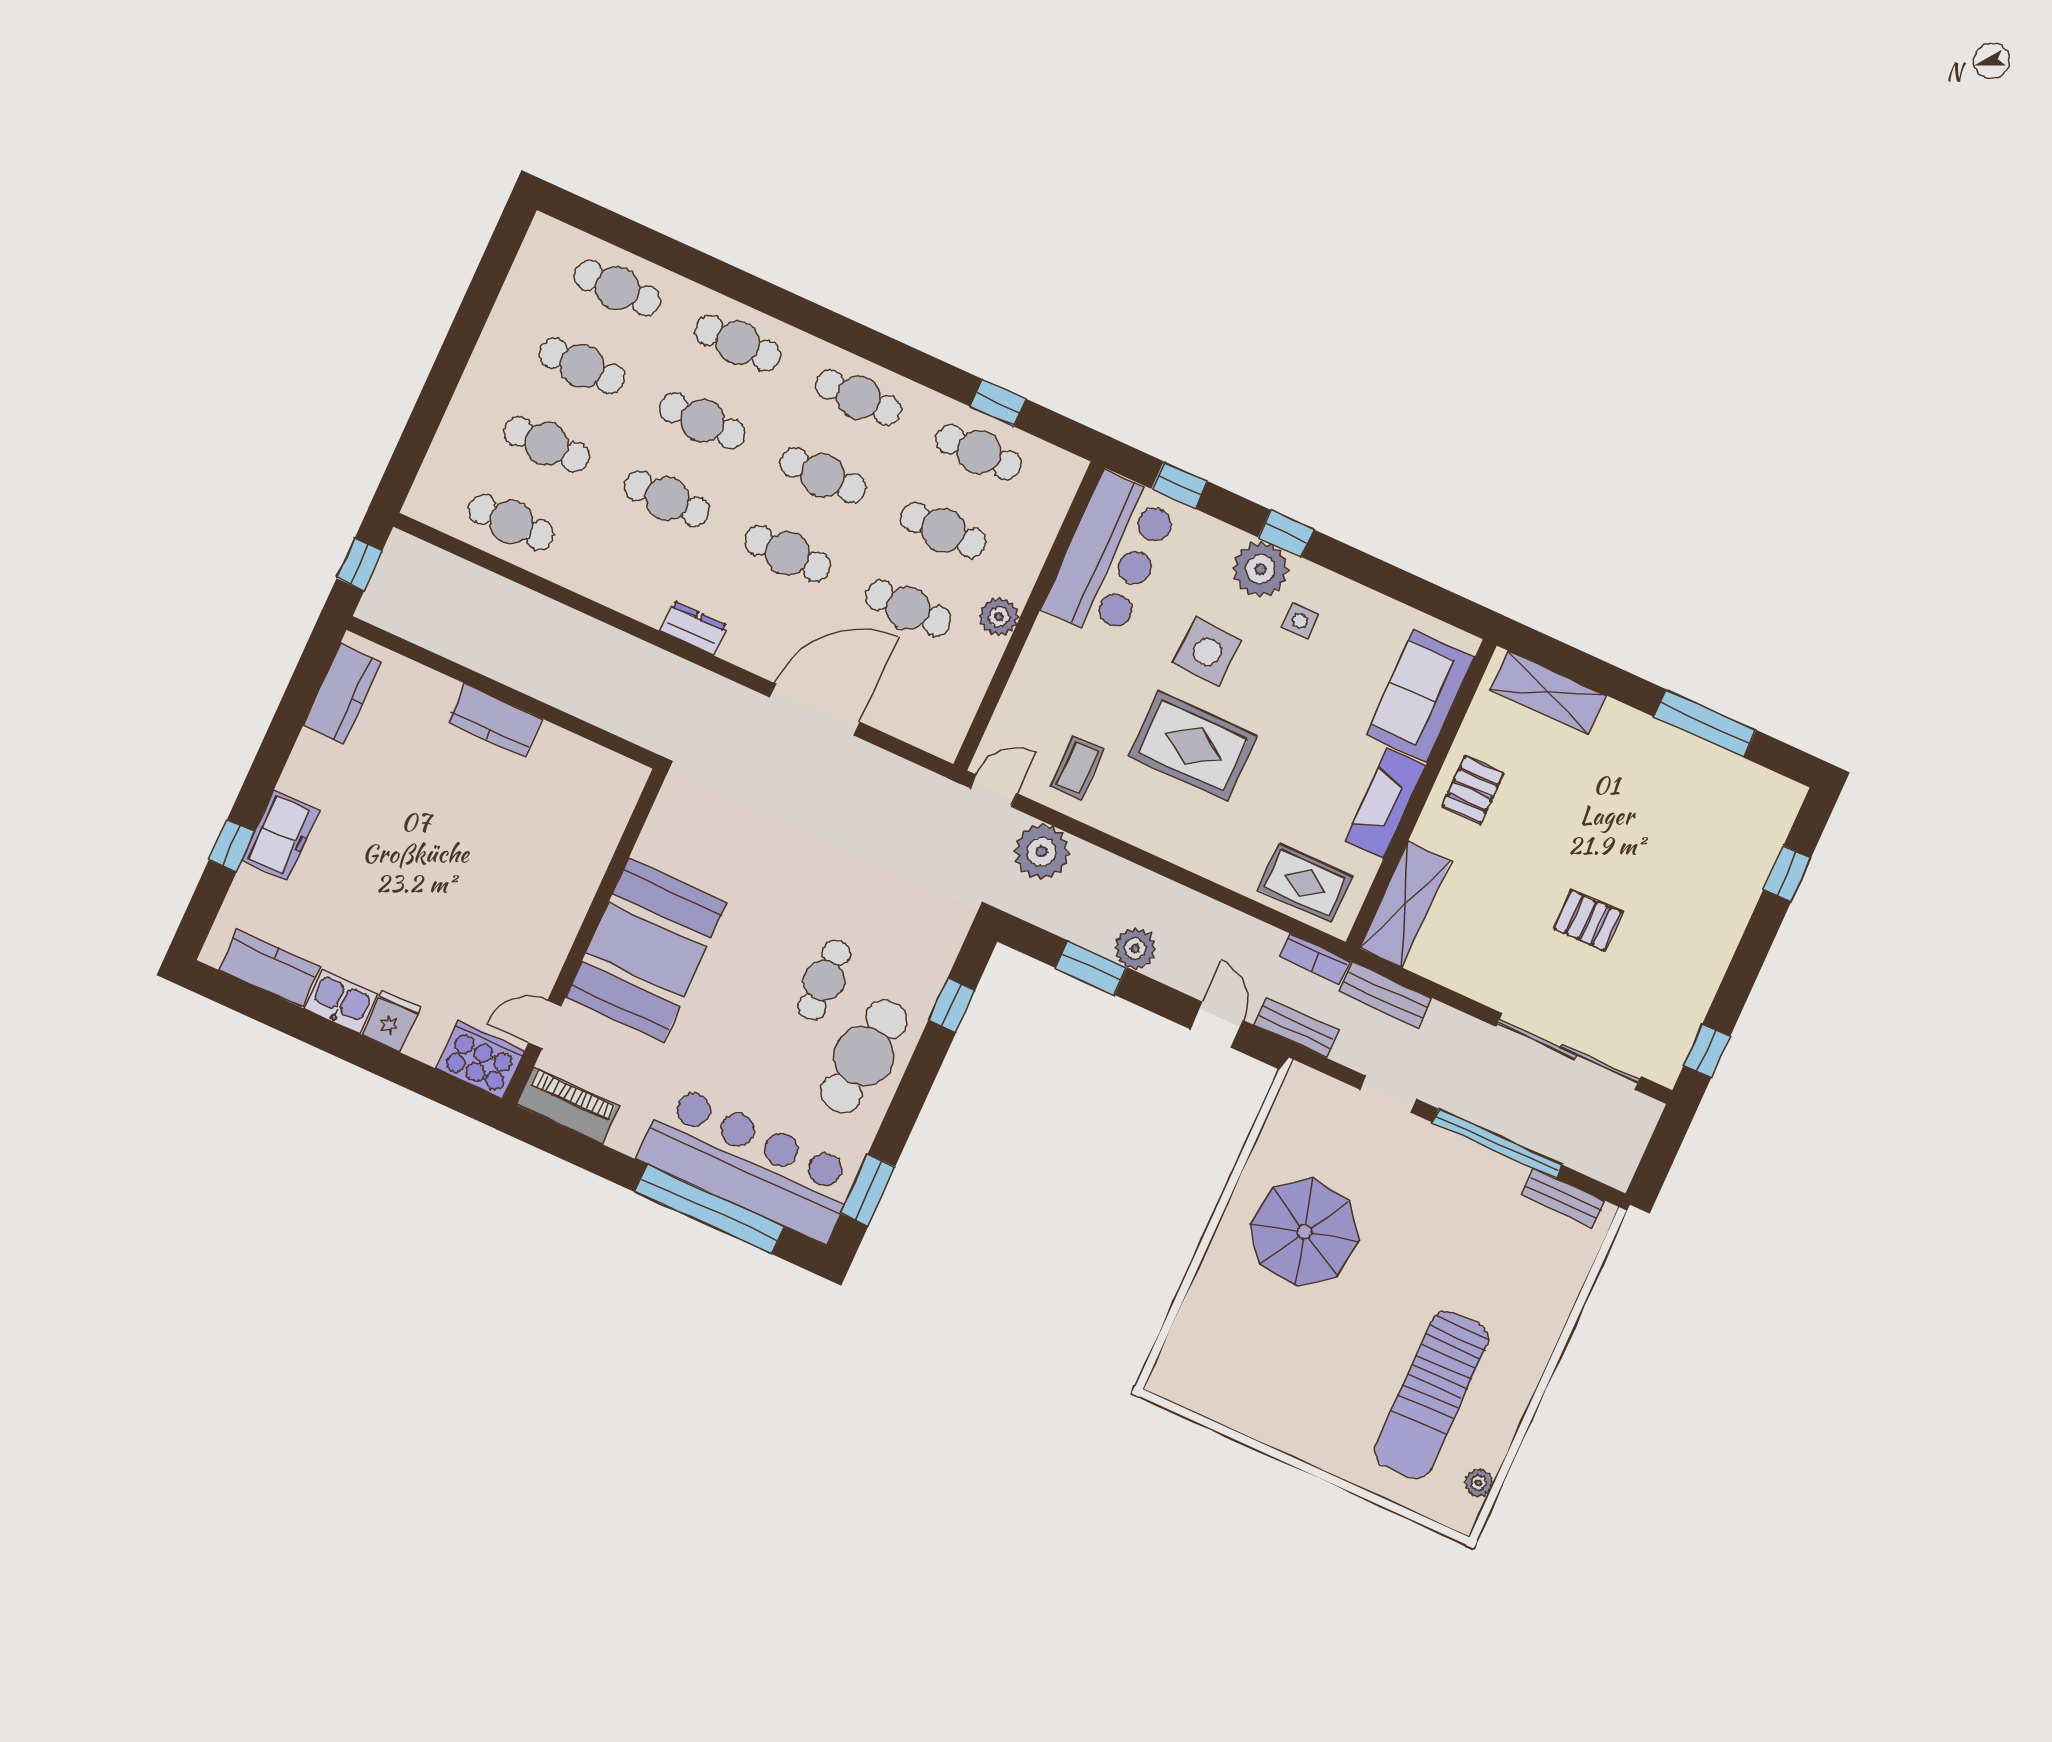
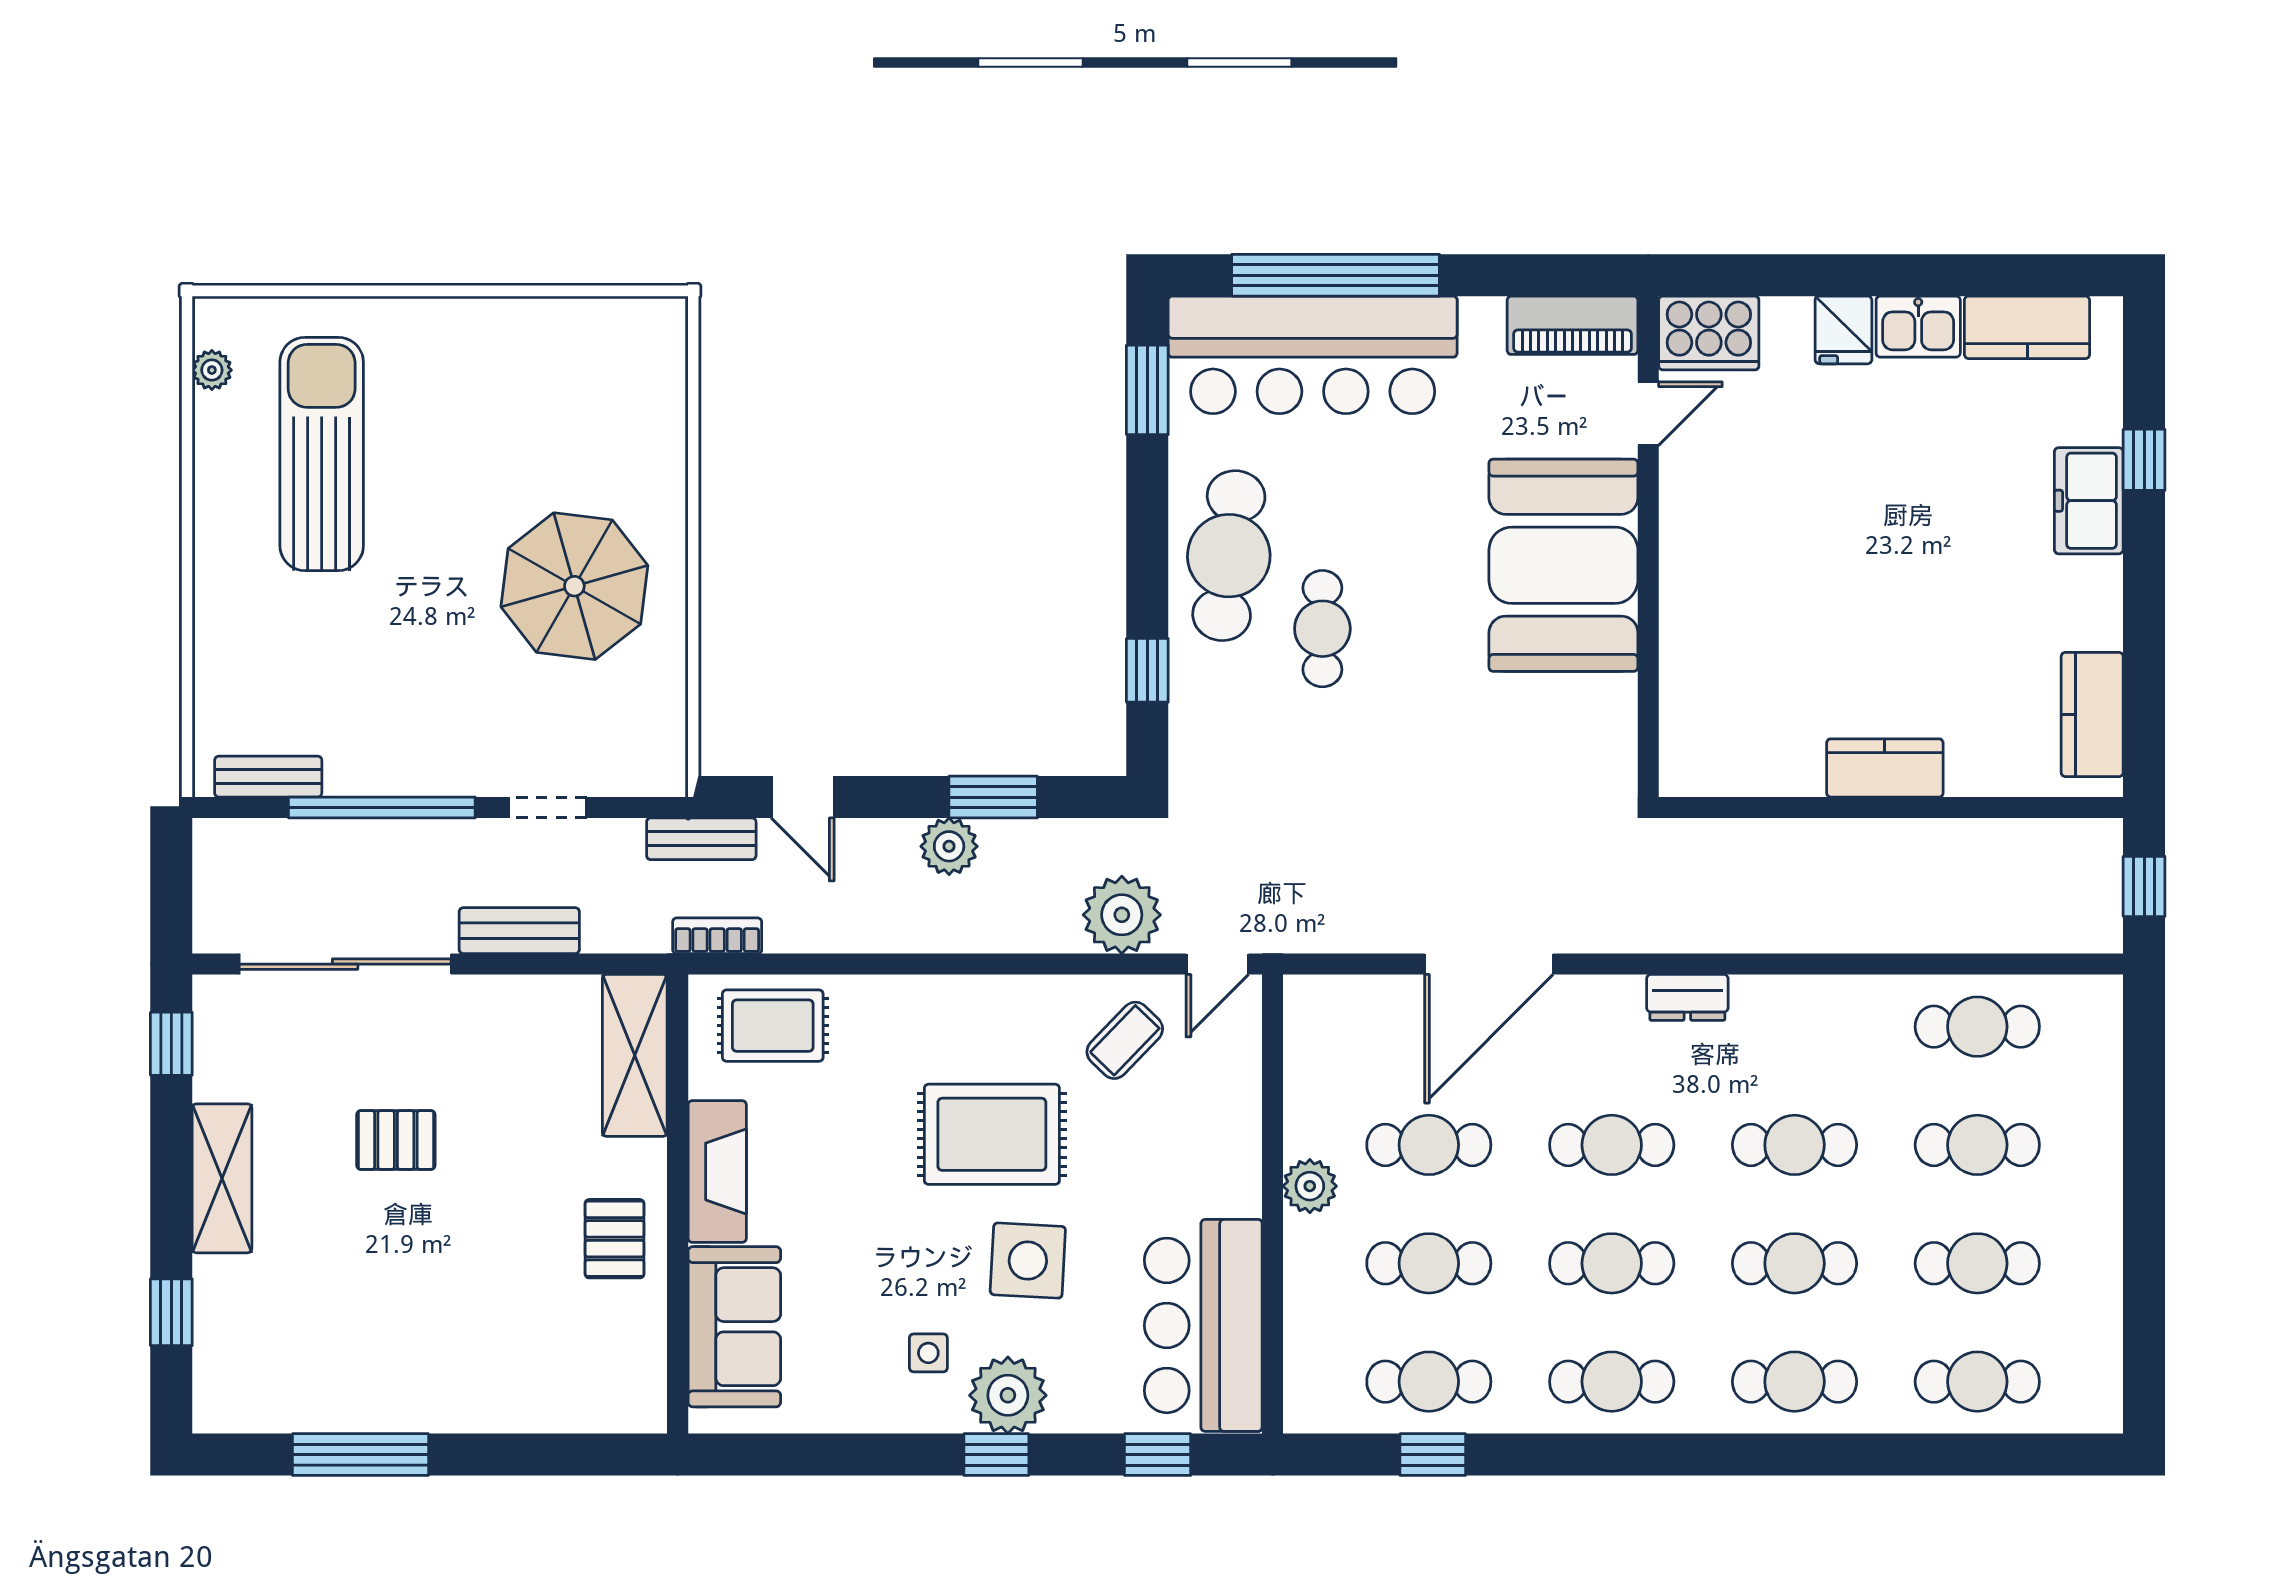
shelving: (1548, 693) -> (222, 1178), moved, turned 90
coffee table: (1077, 768) -> (1125, 1040), turned 44
bench: (1385, 995) -> (519, 931), moved

